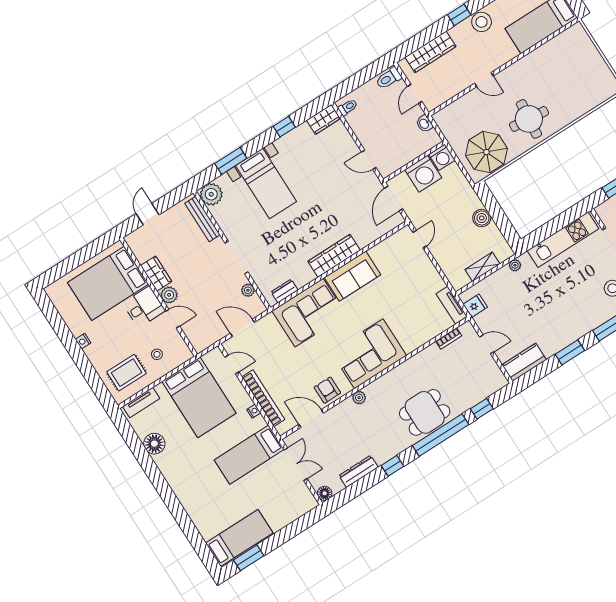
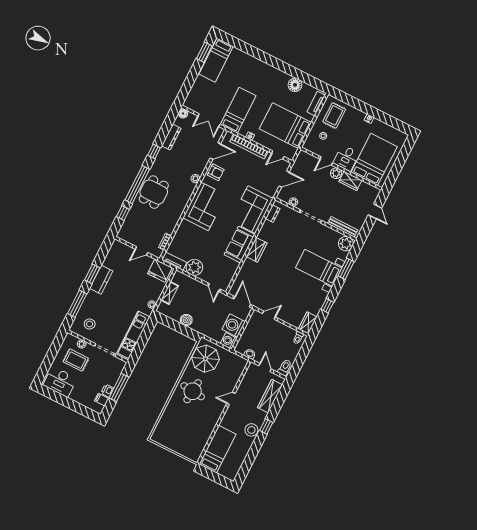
wardrobe: (334, 256) -> (257, 250), width x0.67
plant: (430, 281) -> (194, 267), added
fridge: (475, 306) -> (160, 271), width x1.88, depth x1.34
kitchen counter: (524, 362) -> (101, 280), moved

